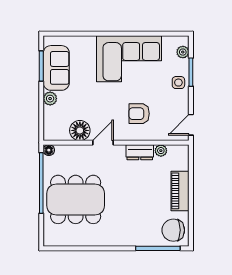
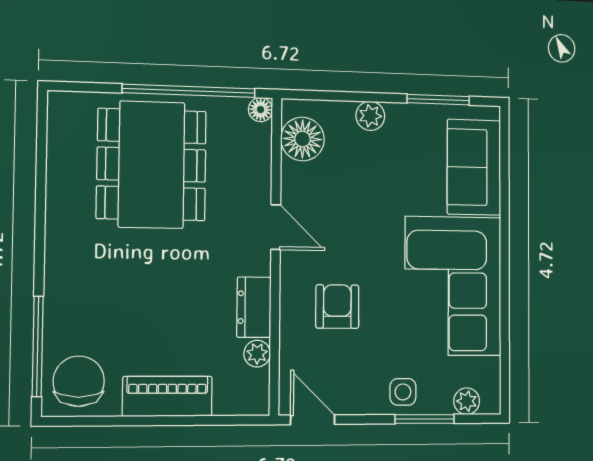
sofa: (56, 68) -> (474, 167), moved, turned 90
floor lamp: (80, 130) -> (302, 139), moved

